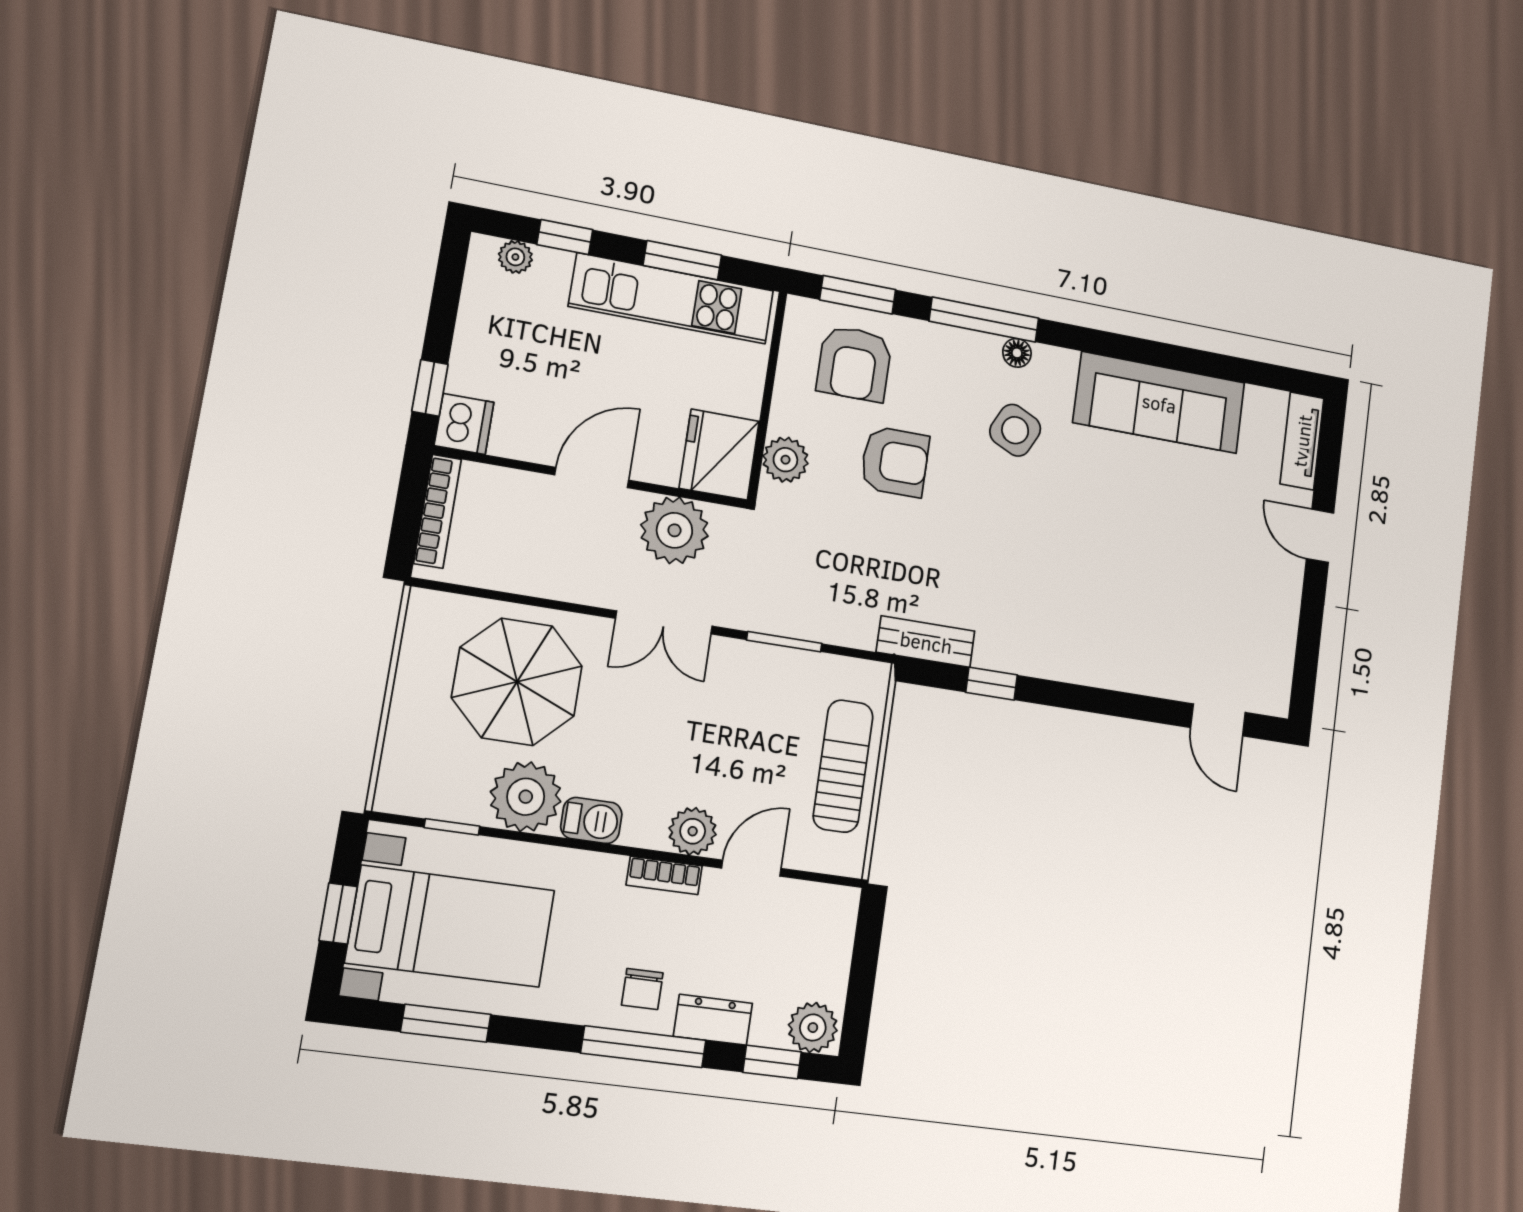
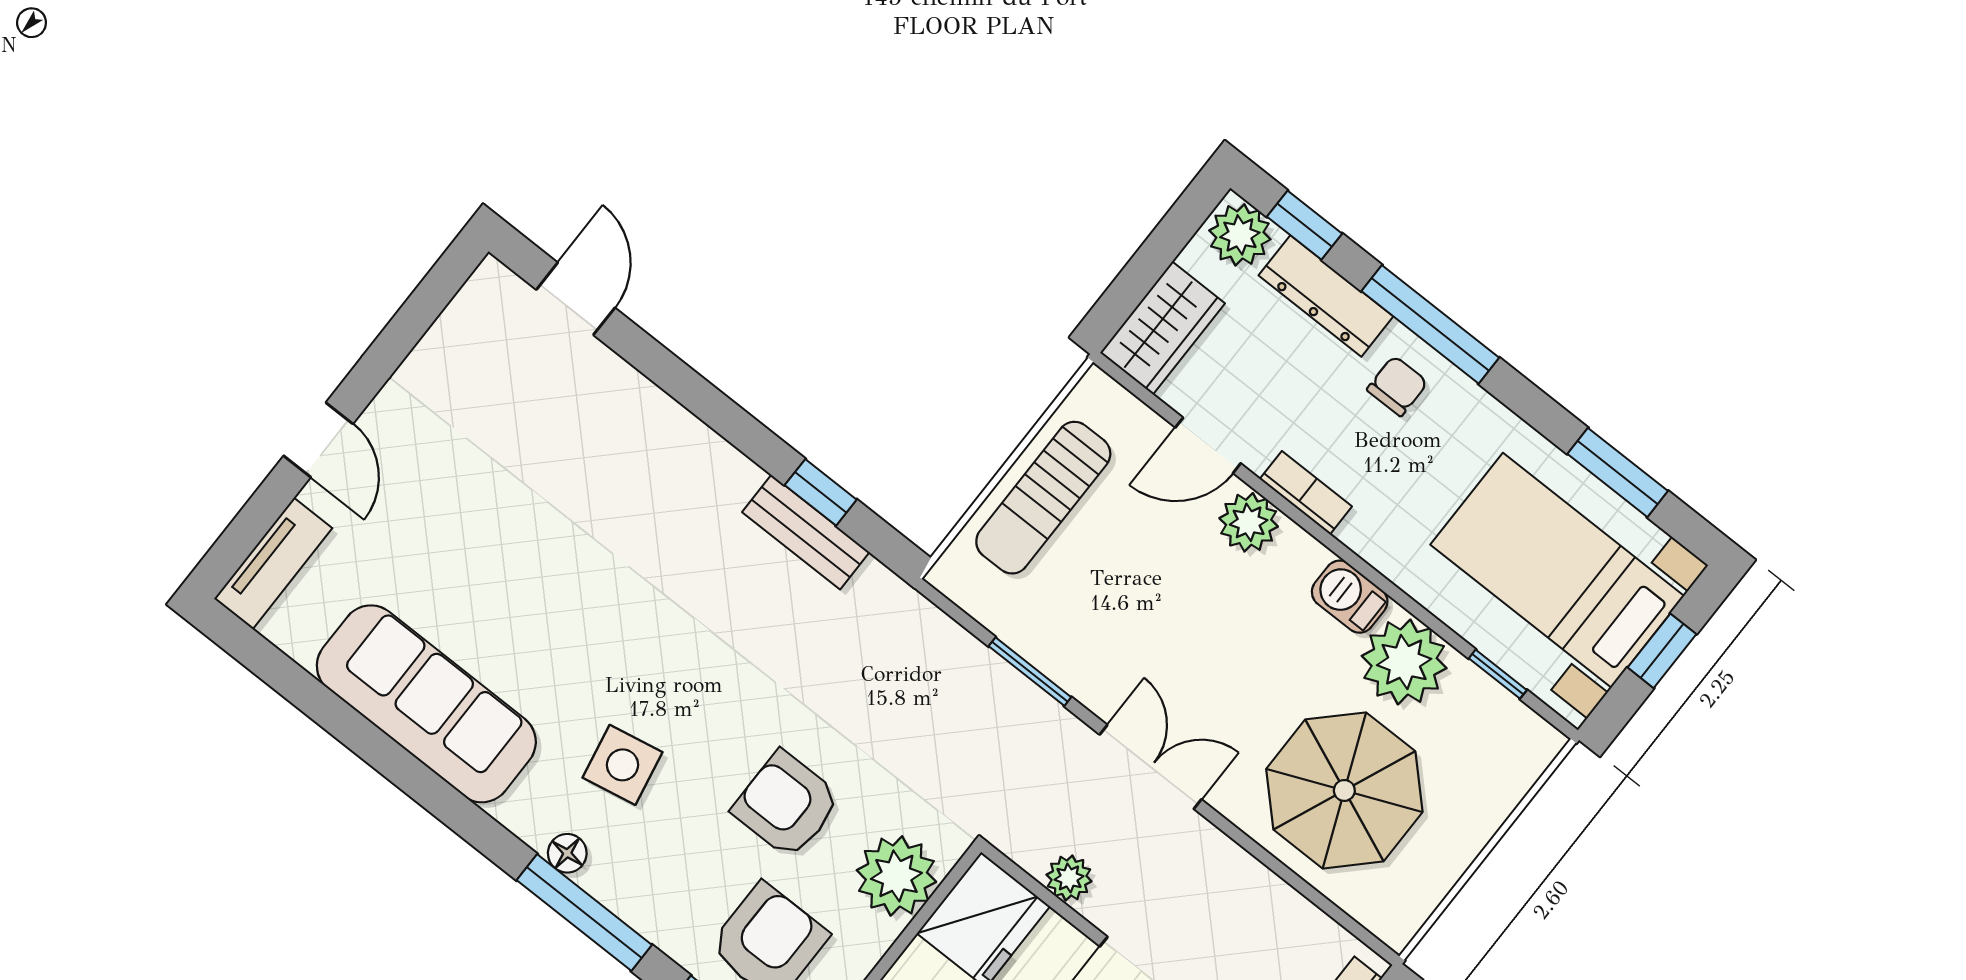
side table: (1015, 430) -> (622, 765), turned -37
plant: (785, 460) -> (896, 876), width x1.36, depth x1.36
plant: (674, 530) -> (1069, 878), width x0.53, depth x0.53
bench: (926, 642) -> (806, 532), moved
wardrobe: (829, 931) -> (1162, 328), added
dresser: (713, 1020) -> (1326, 296), width x1.44

